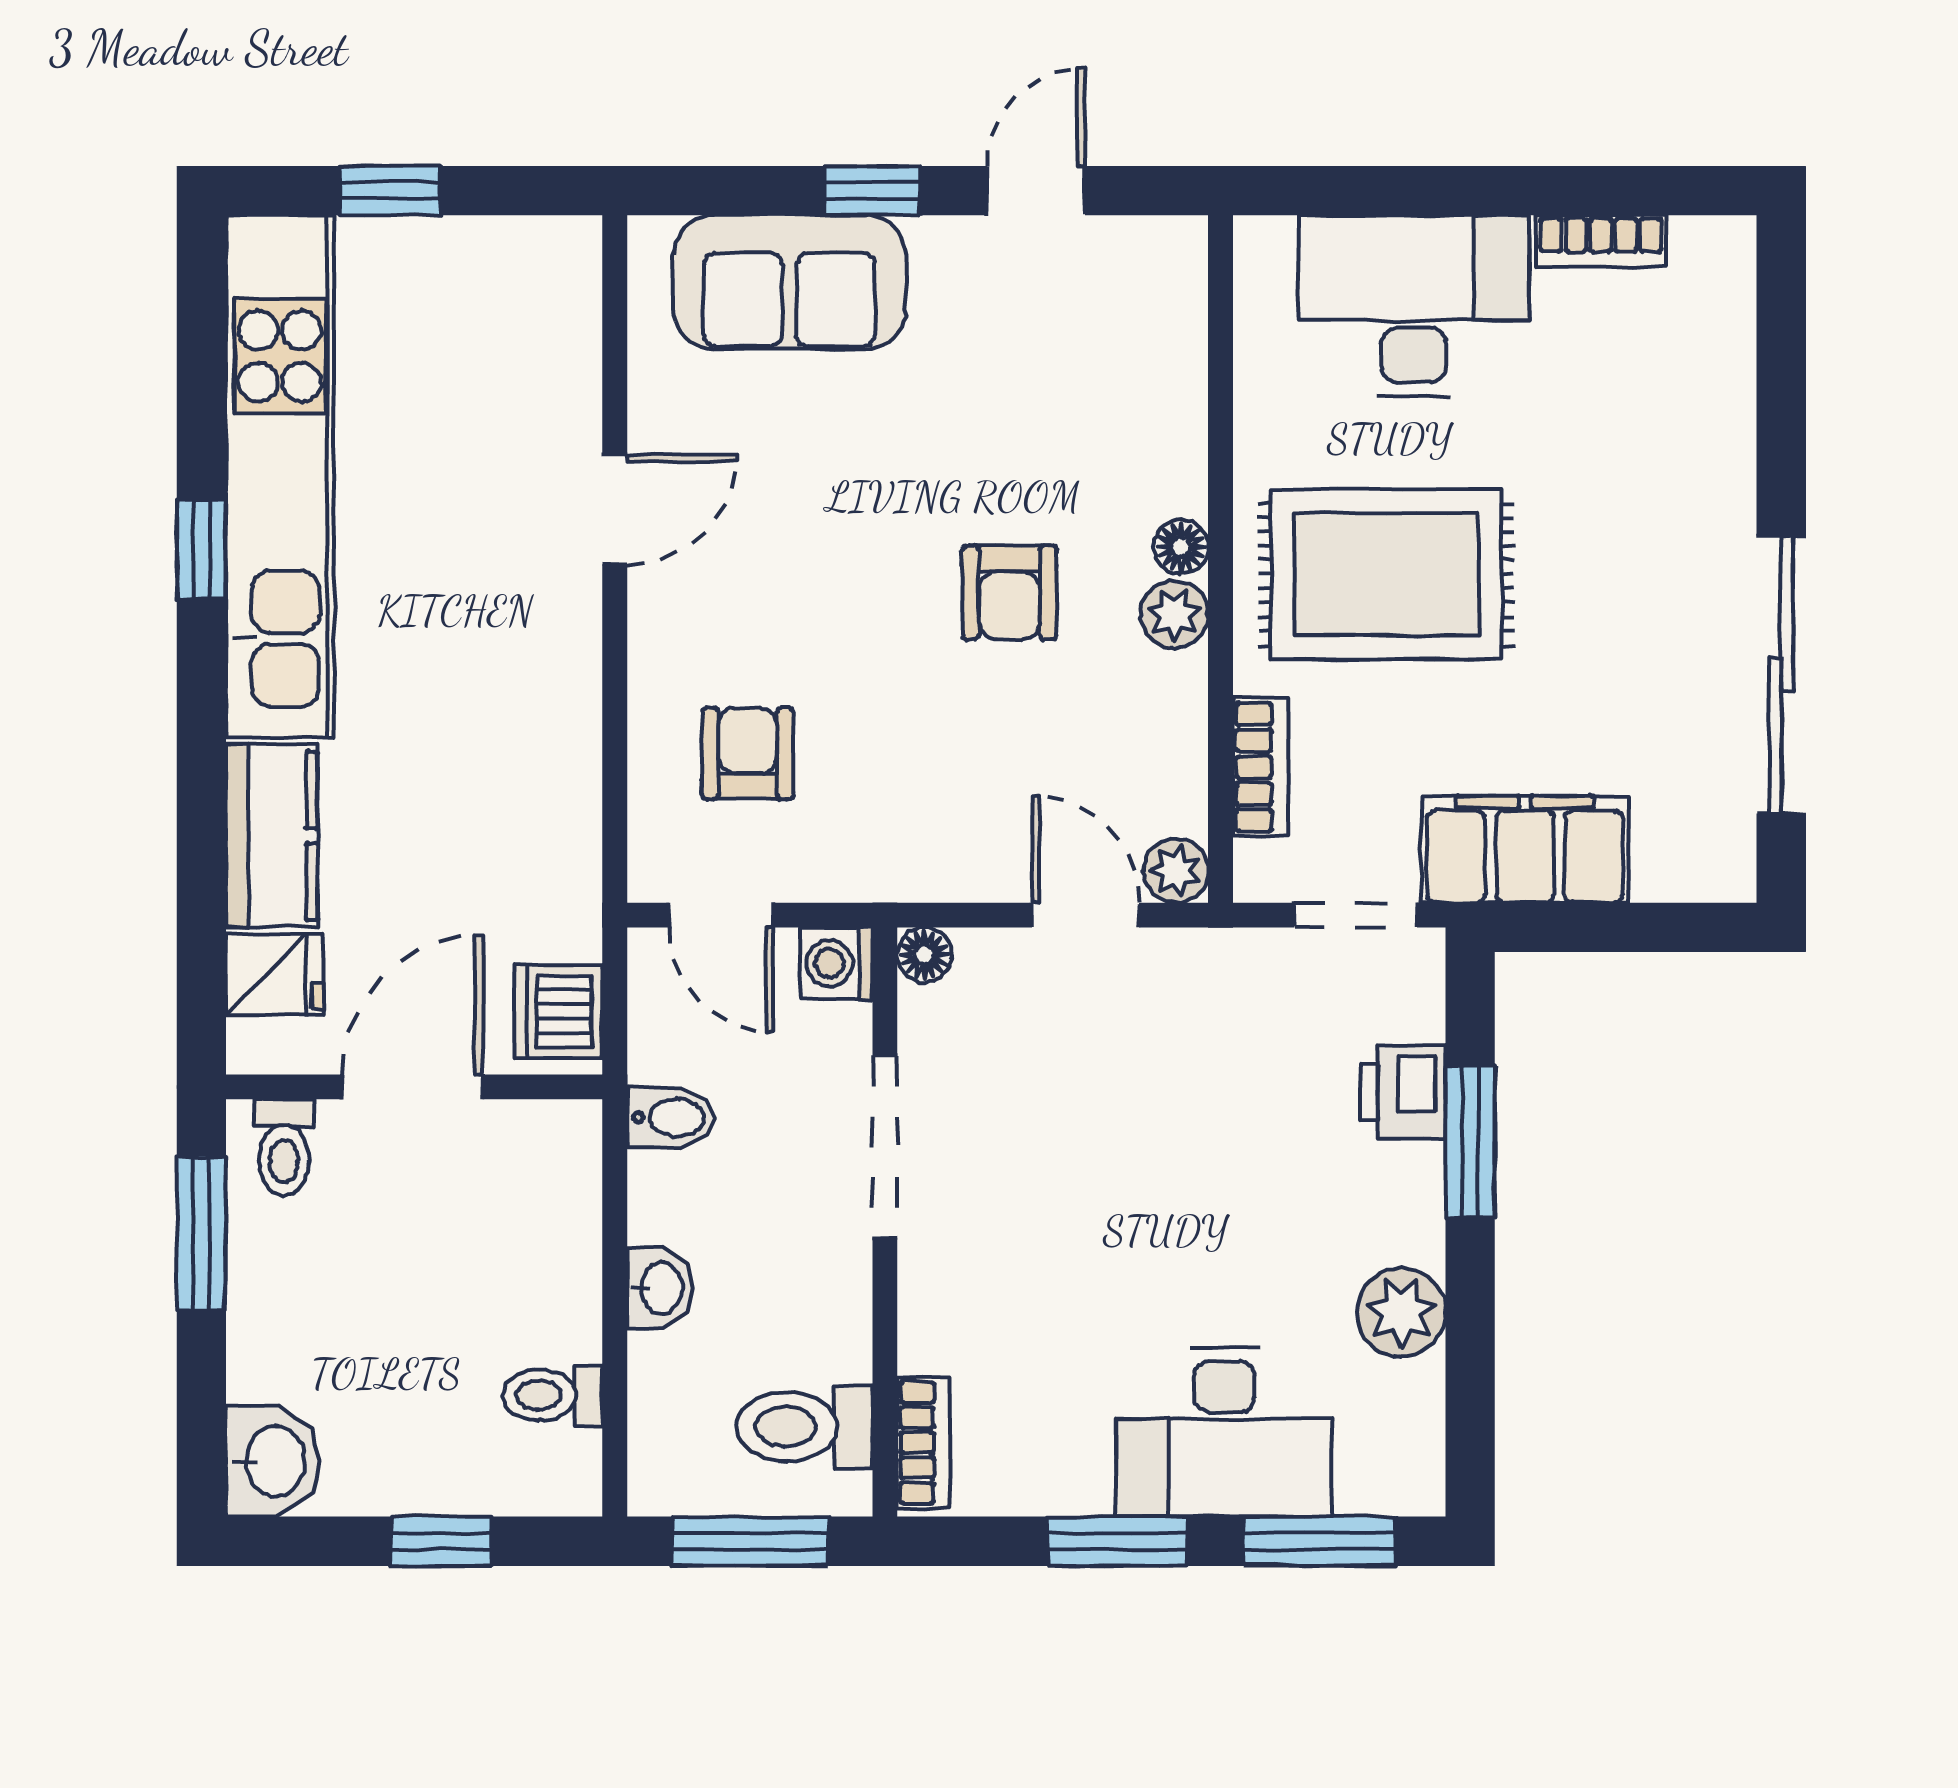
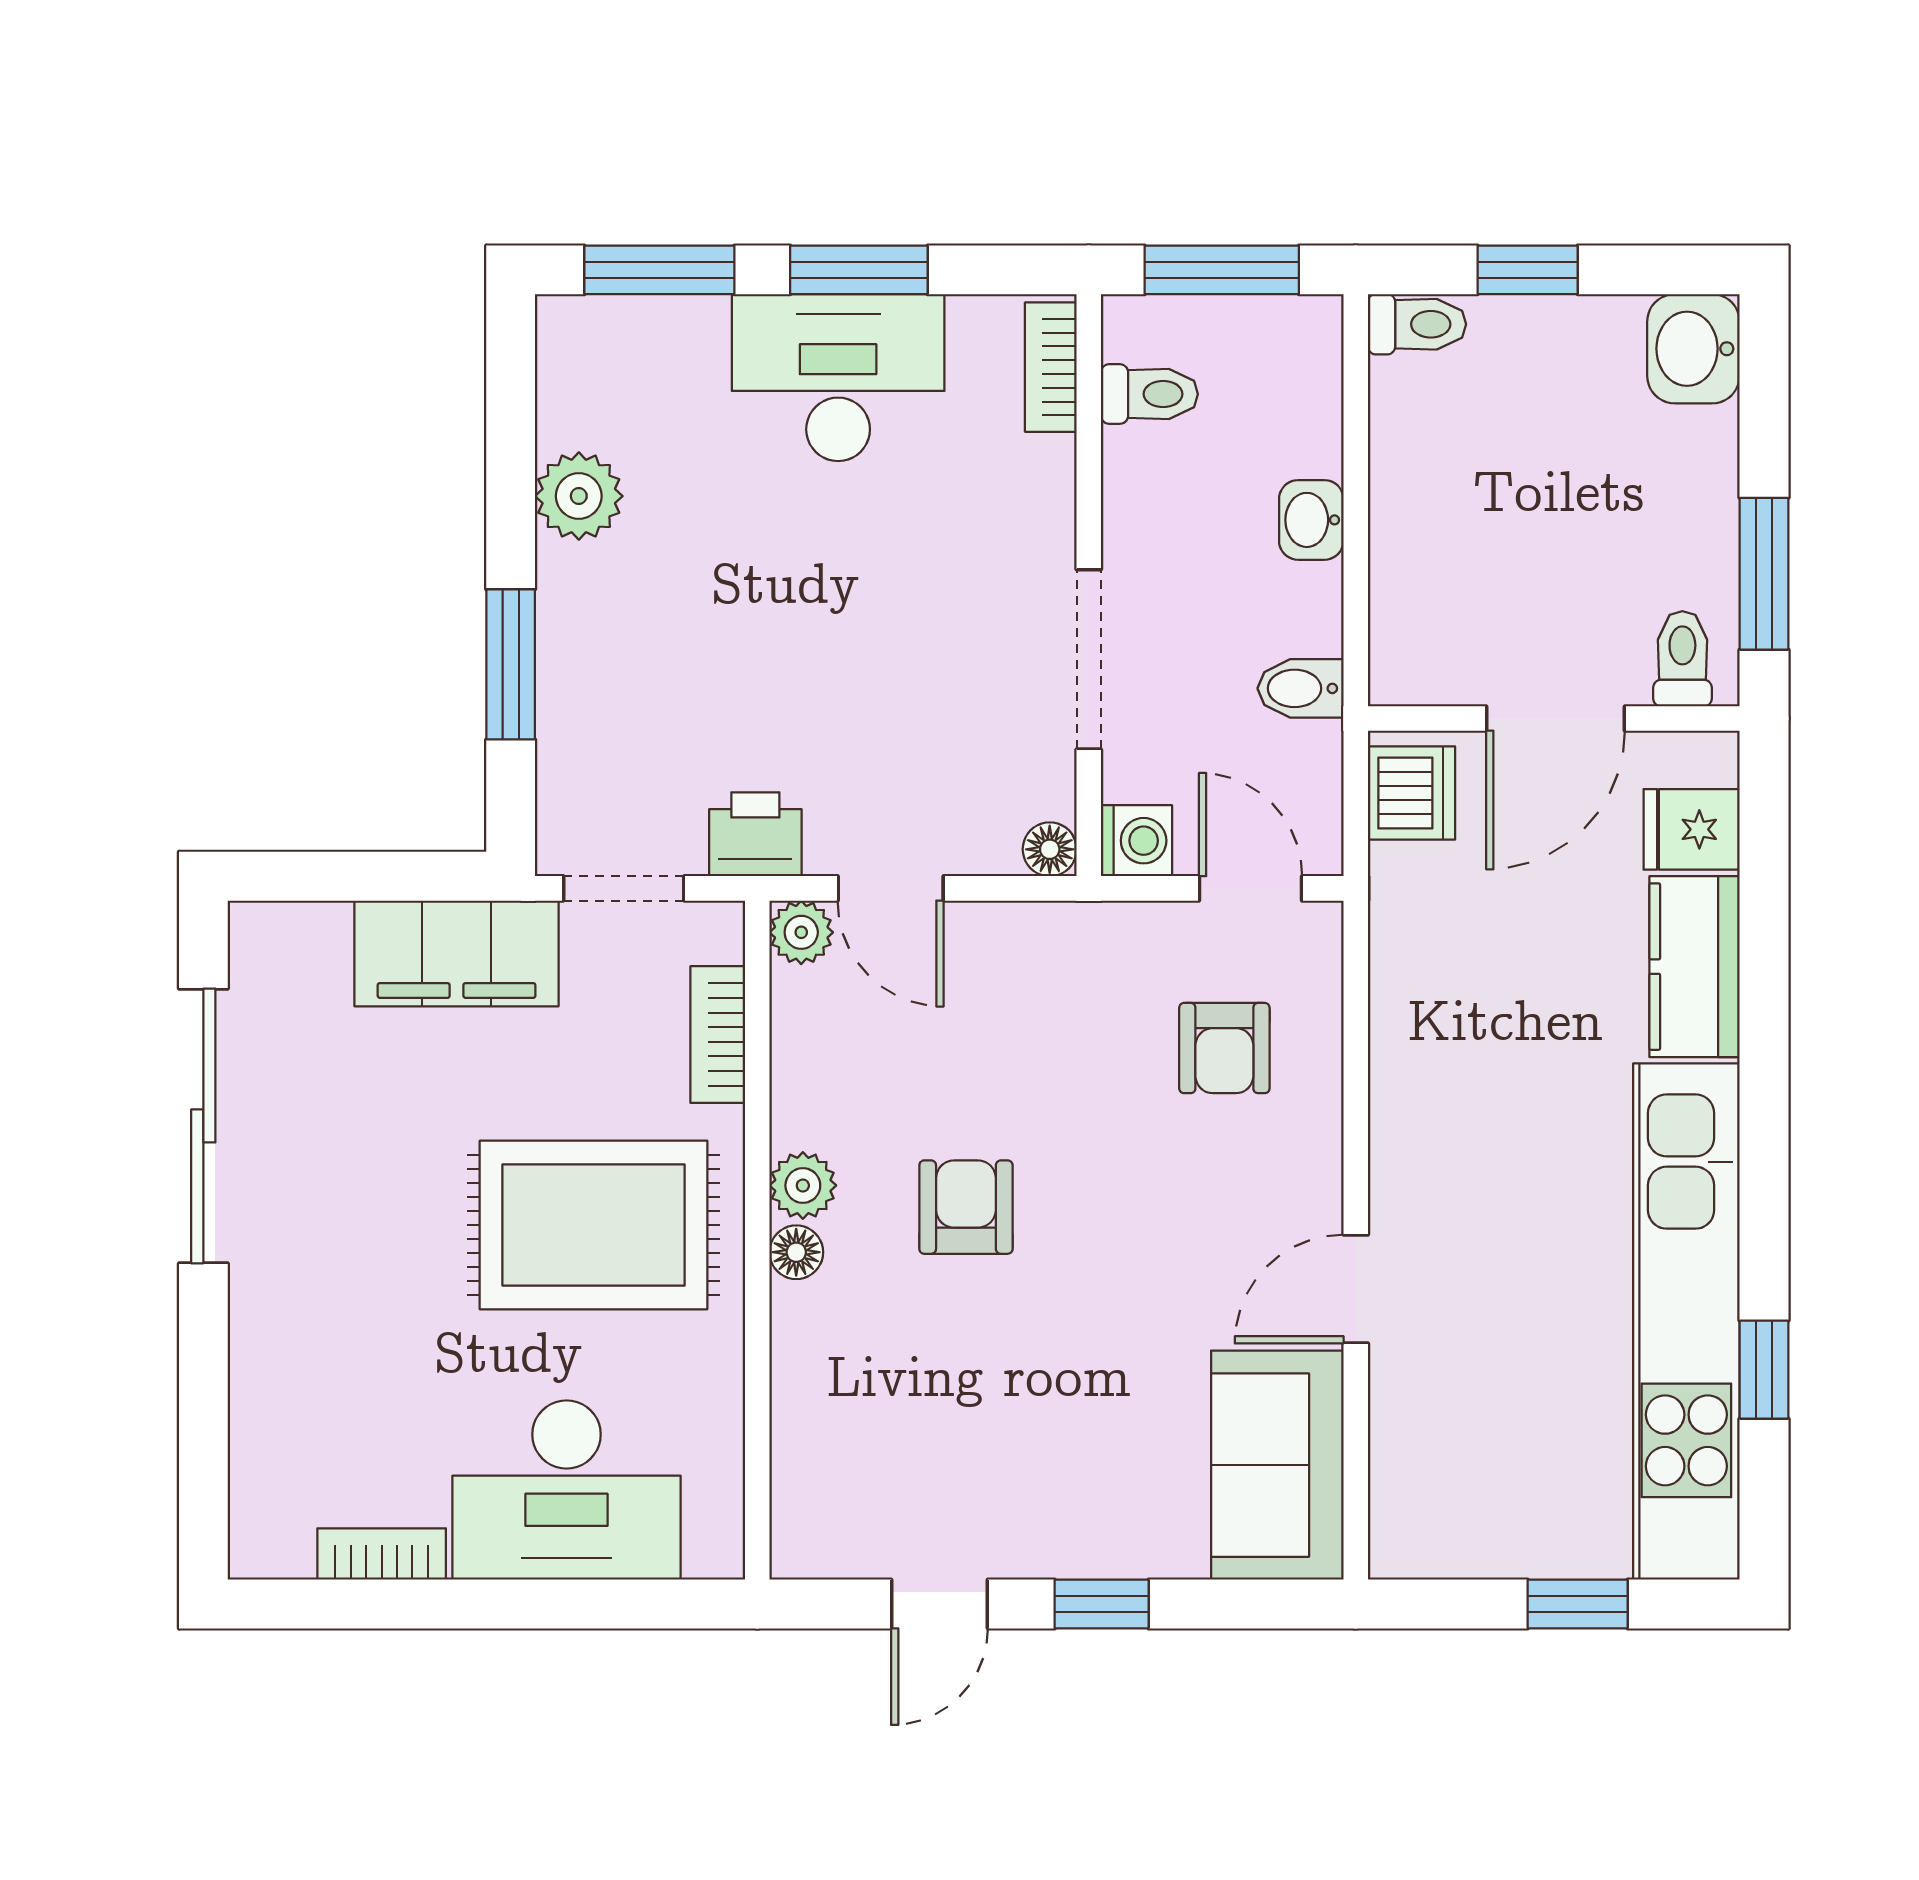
sofa: (789, 282) -> (1277, 1465), moved, turned -90
window: (201, 550) -> (1764, 1370), moved
printer: (1403, 1092) -> (755, 834), moved, turned -90
toilet: (553, 1395) -> (1417, 324), moved
toilet: (805, 1427) -> (1149, 394), width x0.73, depth x0.72
desk: (1224, 1432) -> (838, 378), moved

